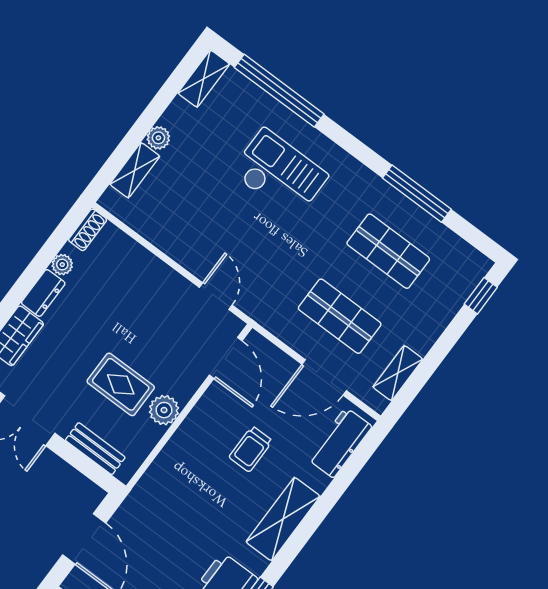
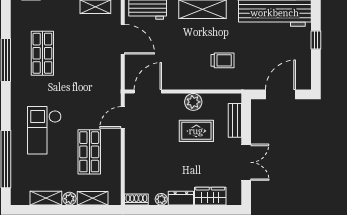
shelving: (204, 79) -> (46, 198), moved
shop shelf: (340, 316) -> (89, 152), moved
rug: (121, 384) -> (196, 131), turned 90
trolley: (251, 449) -> (223, 60), moved

